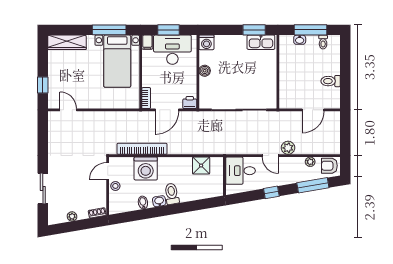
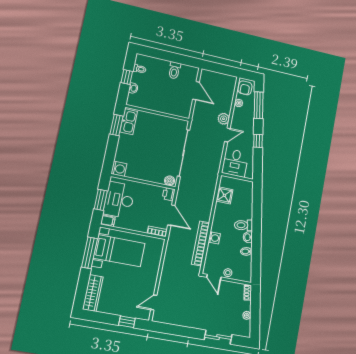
window: (311, 30) -> (127, 77), width x0.46
boiler: (205, 71) -> (170, 181), moved
washing machine: (146, 169) -> (214, 238), width x0.53, depth x0.53

